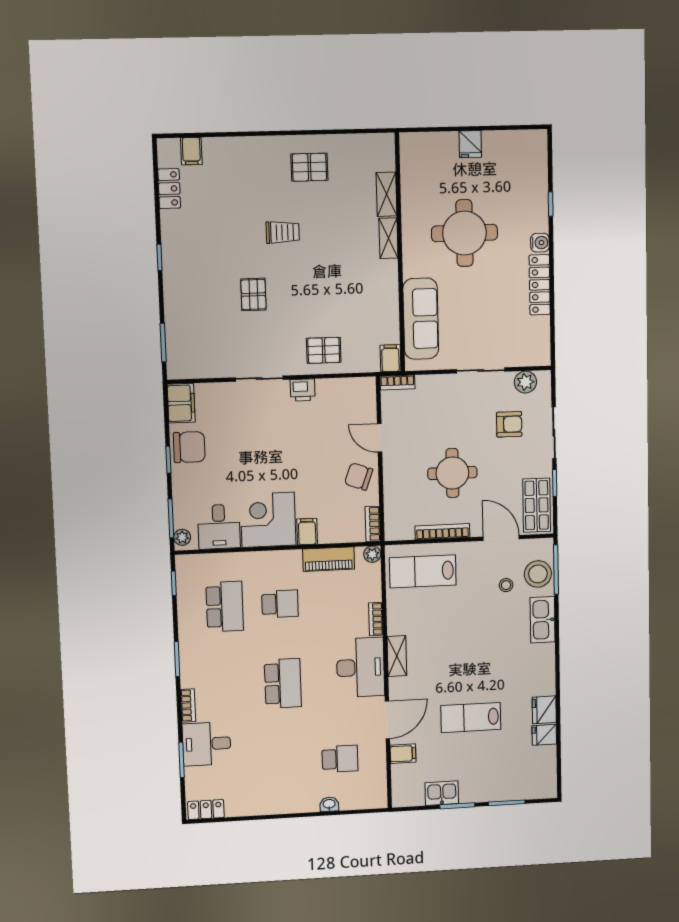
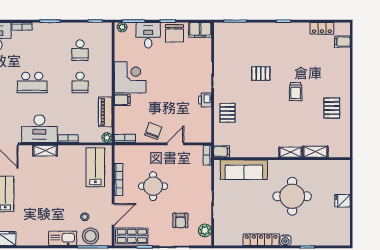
desk: (219, 527) -> (148, 35), moved, turned 90
school desk: (225, 606) -> (80, 50), width x0.54

